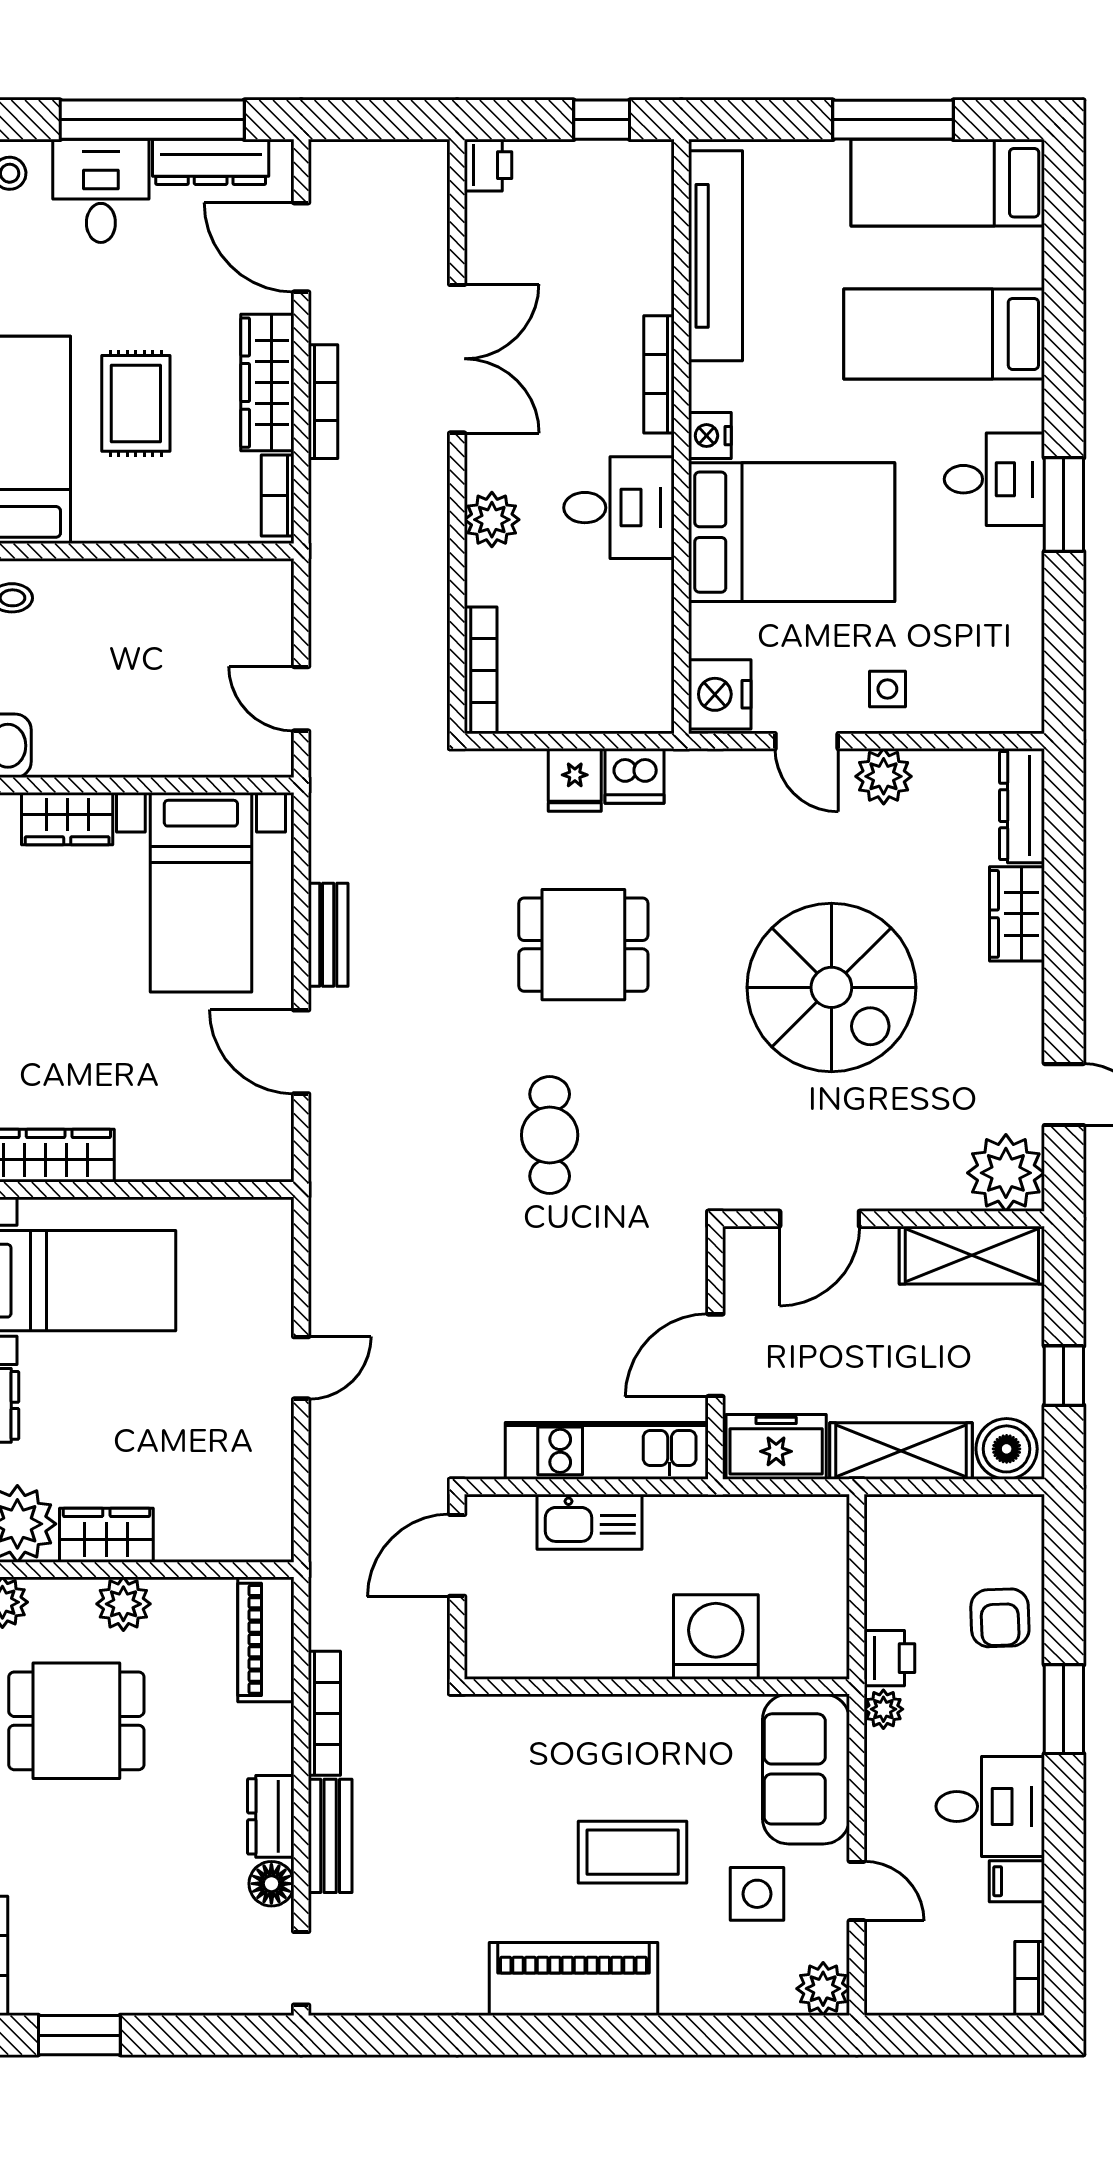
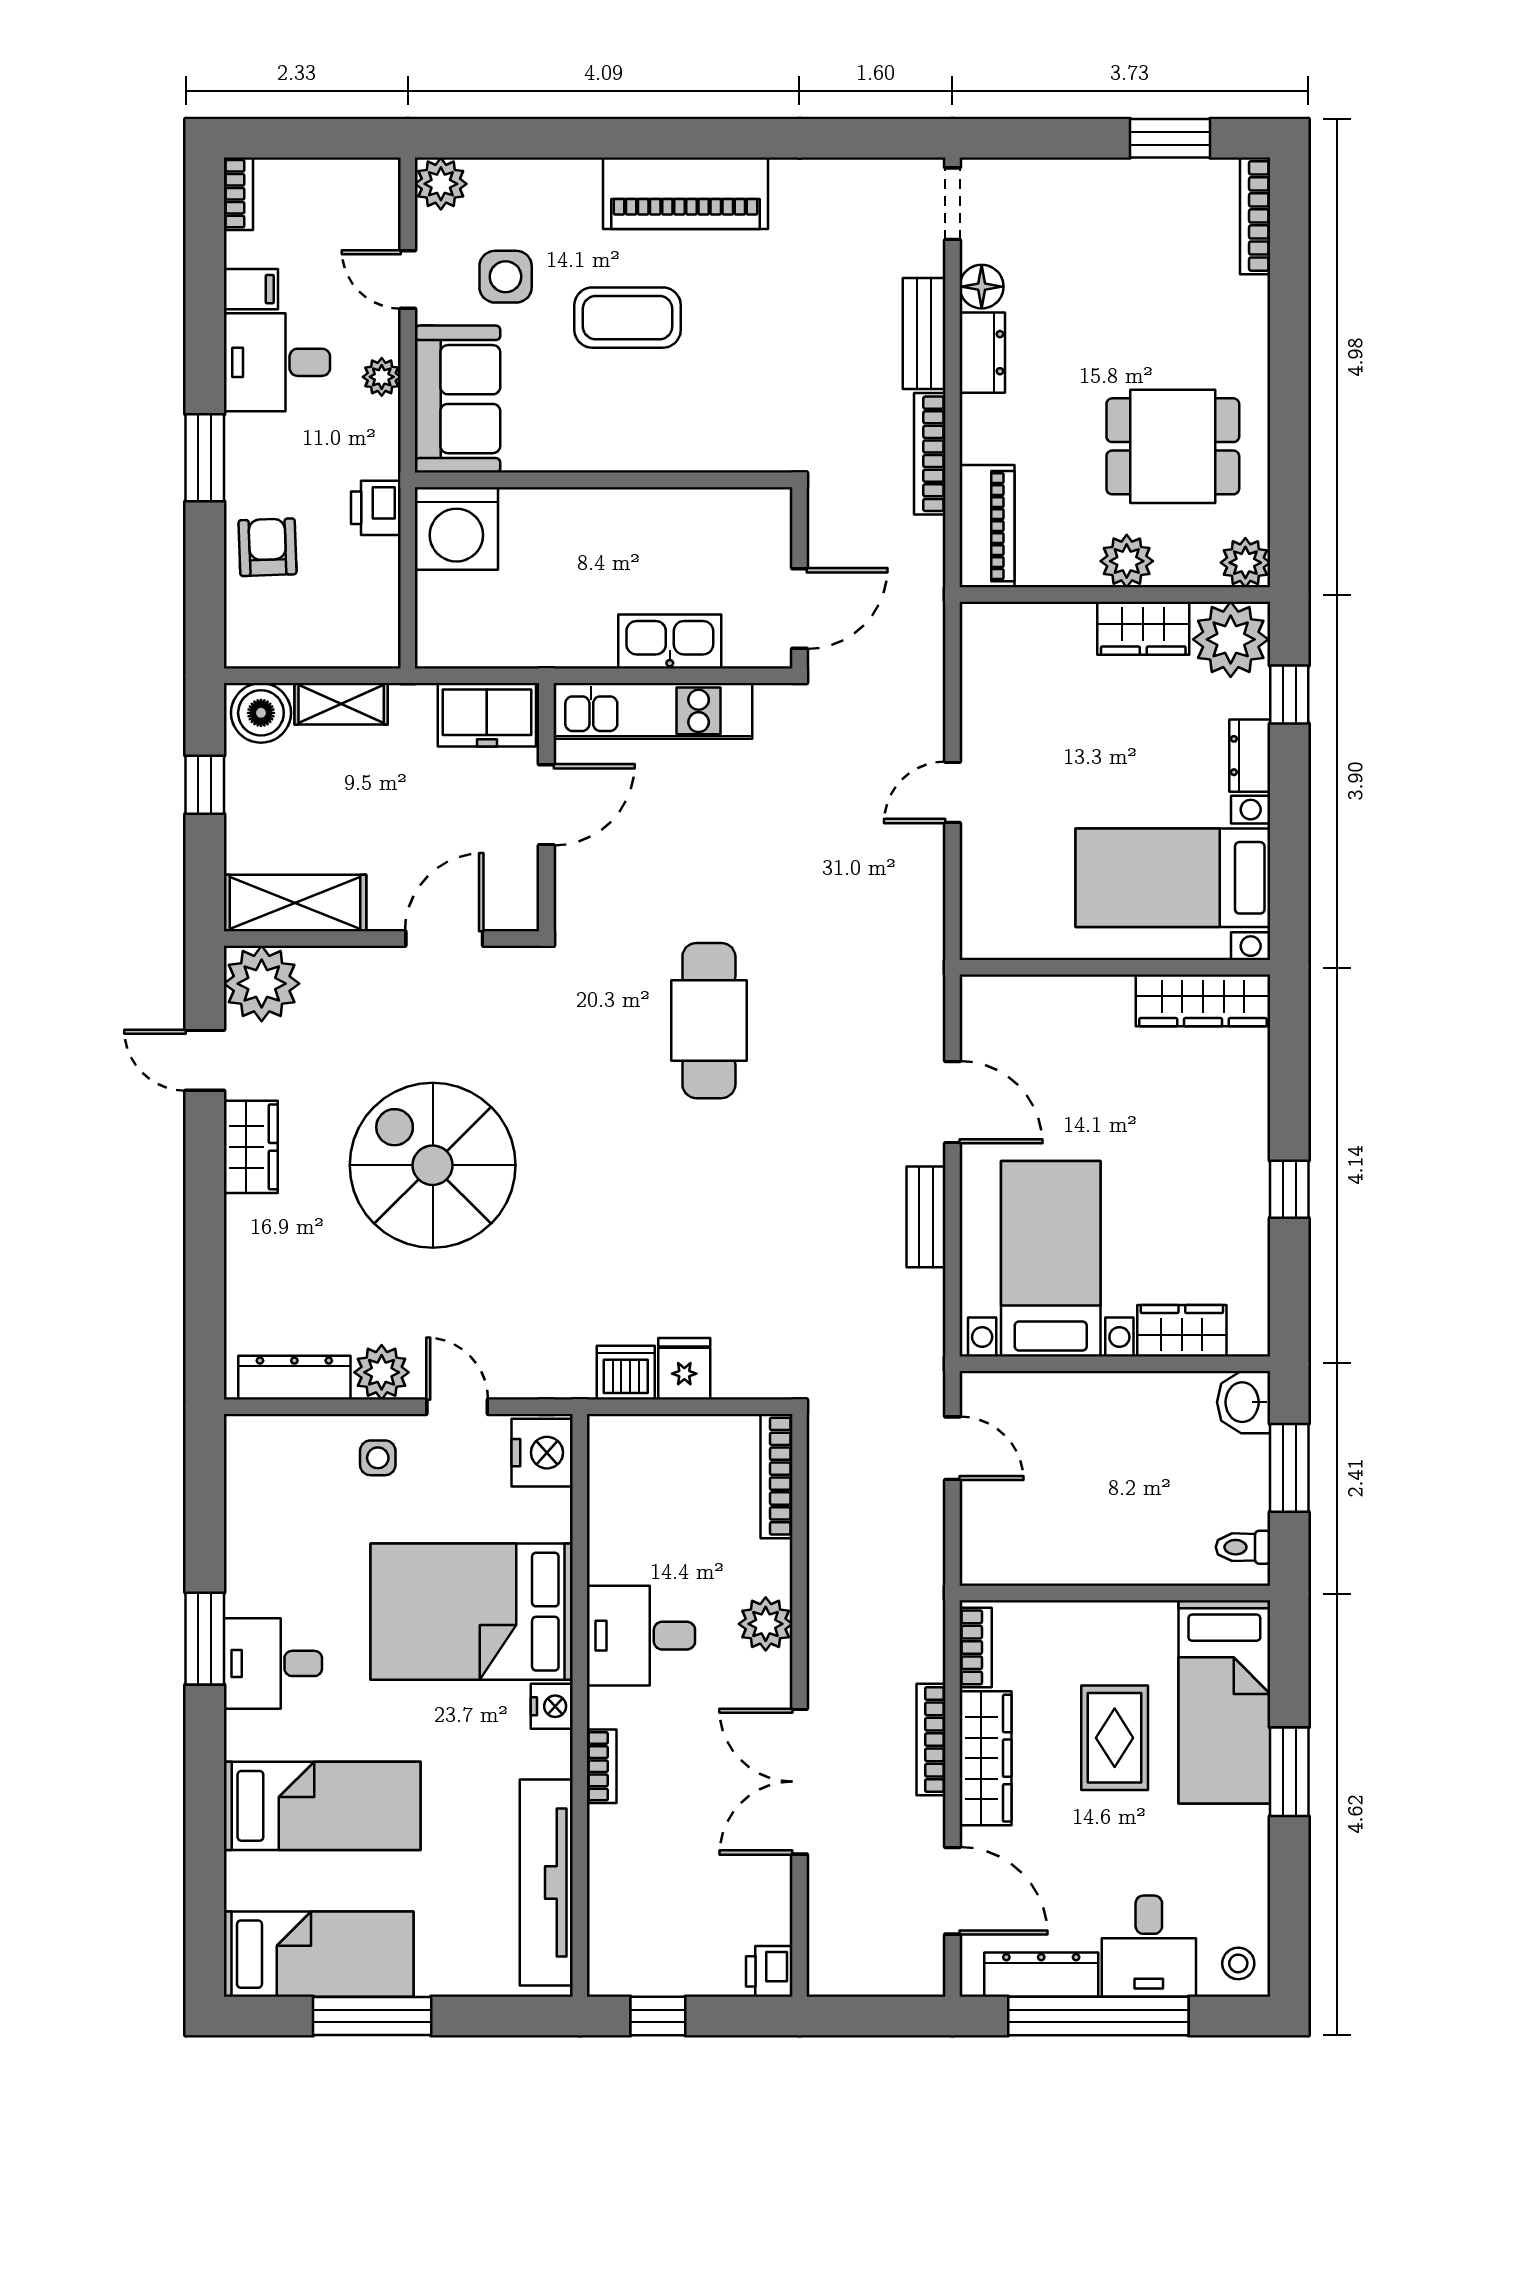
bookcase: (659, 374) -> (602, 1766), width x0.64
dresser: (1022, 806) -> (294, 1378), moved, turned -90
wardrobe: (1017, 914) -> (251, 1147), moved
dining table: (583, 945) -> (676, 1207), removed
cafe table: (550, 1135) -> (709, 1021), width x1.37, depth x1.35
shelving: (901, 1451) -> (341, 704), width x0.67, depth x0.75
washing machine: (716, 1637) -> (456, 528), moved
plant: (883, 1709) -> (382, 377), moved

